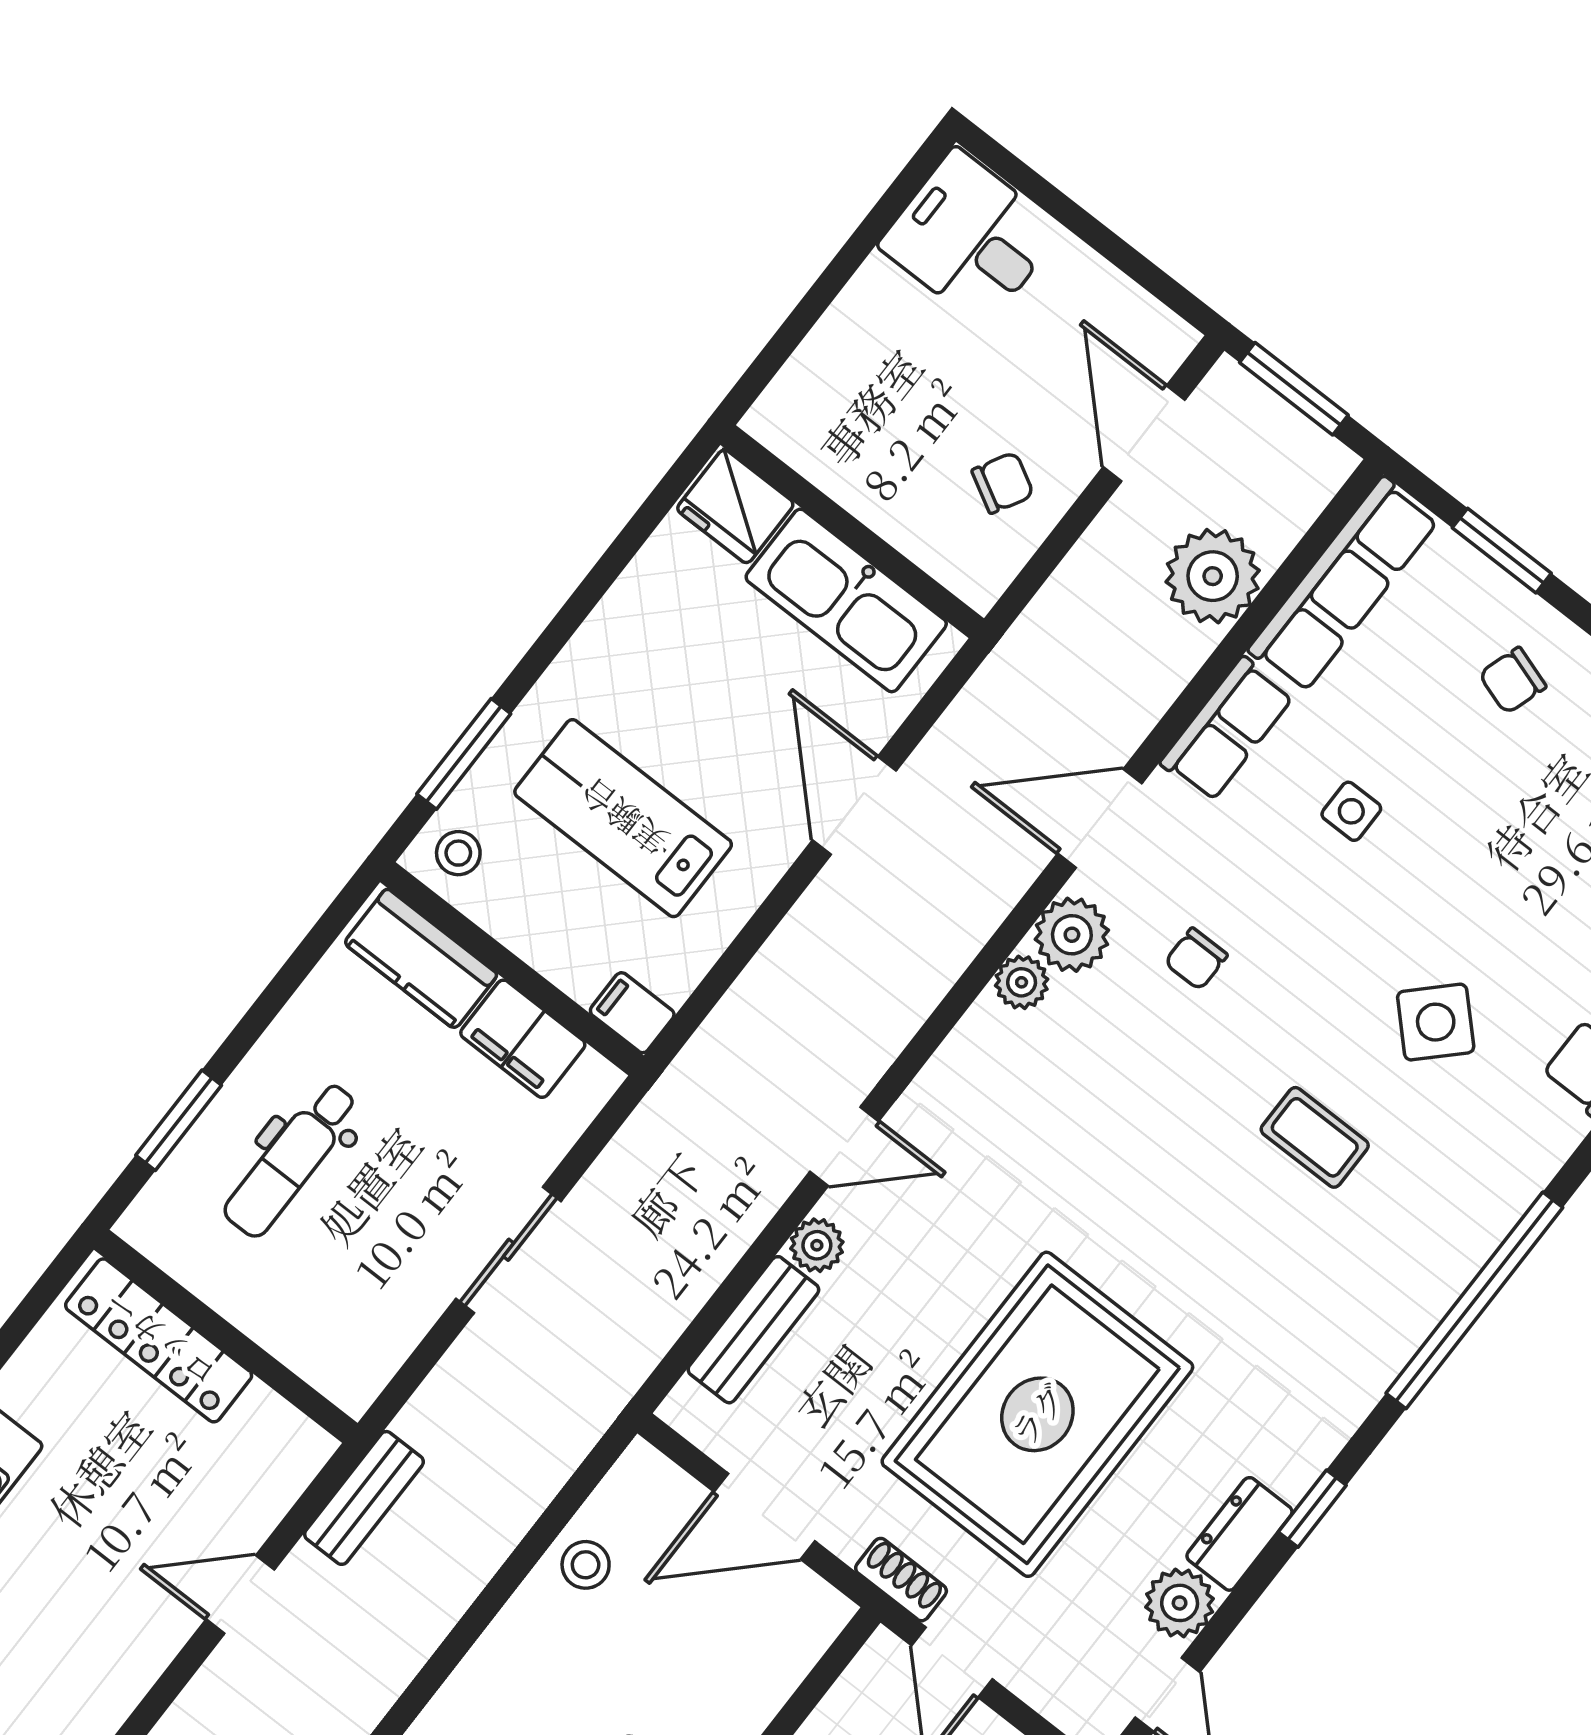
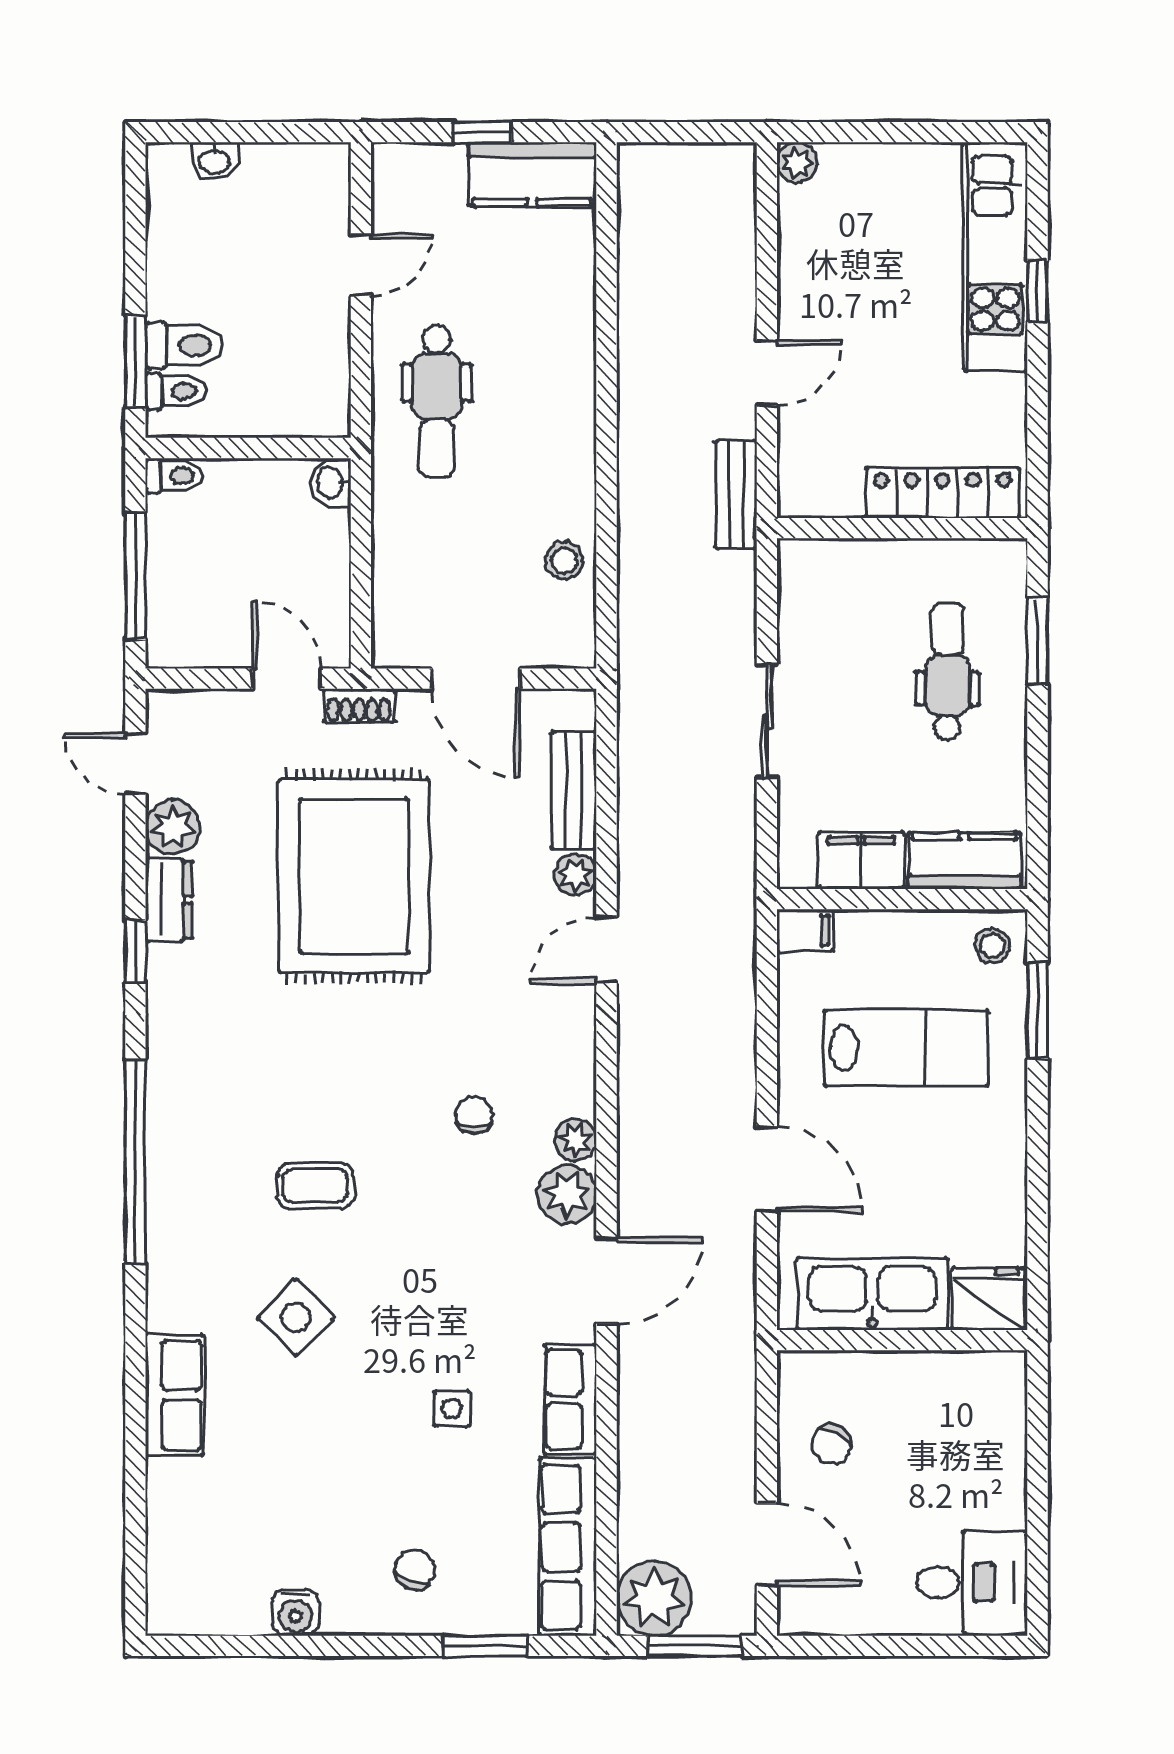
plant: (1213, 576) -> (654, 1598), moved
chair: (1196, 959) -> (474, 1115), moved
door: (764, 1516) -> (476, 679), swing flipped

